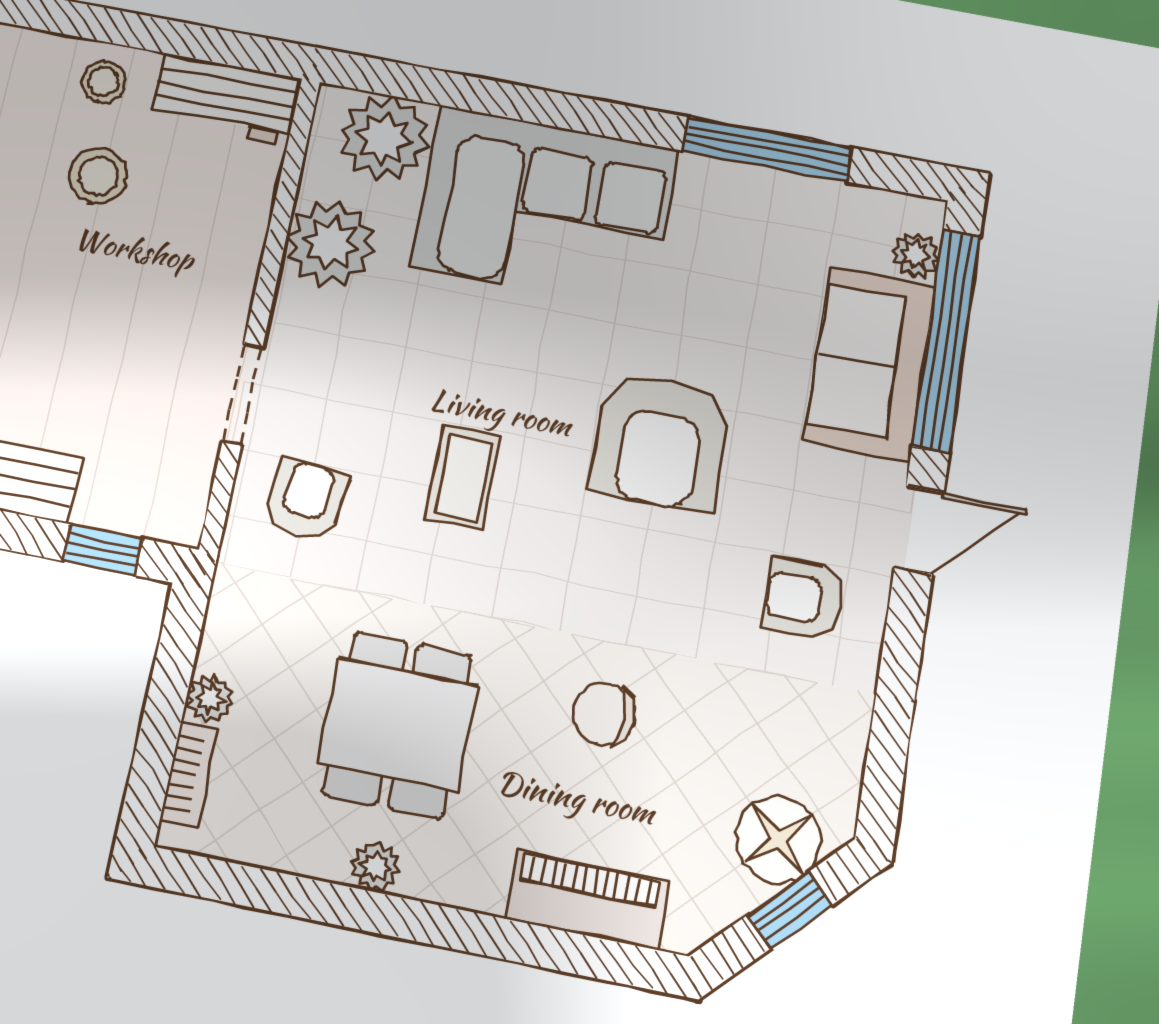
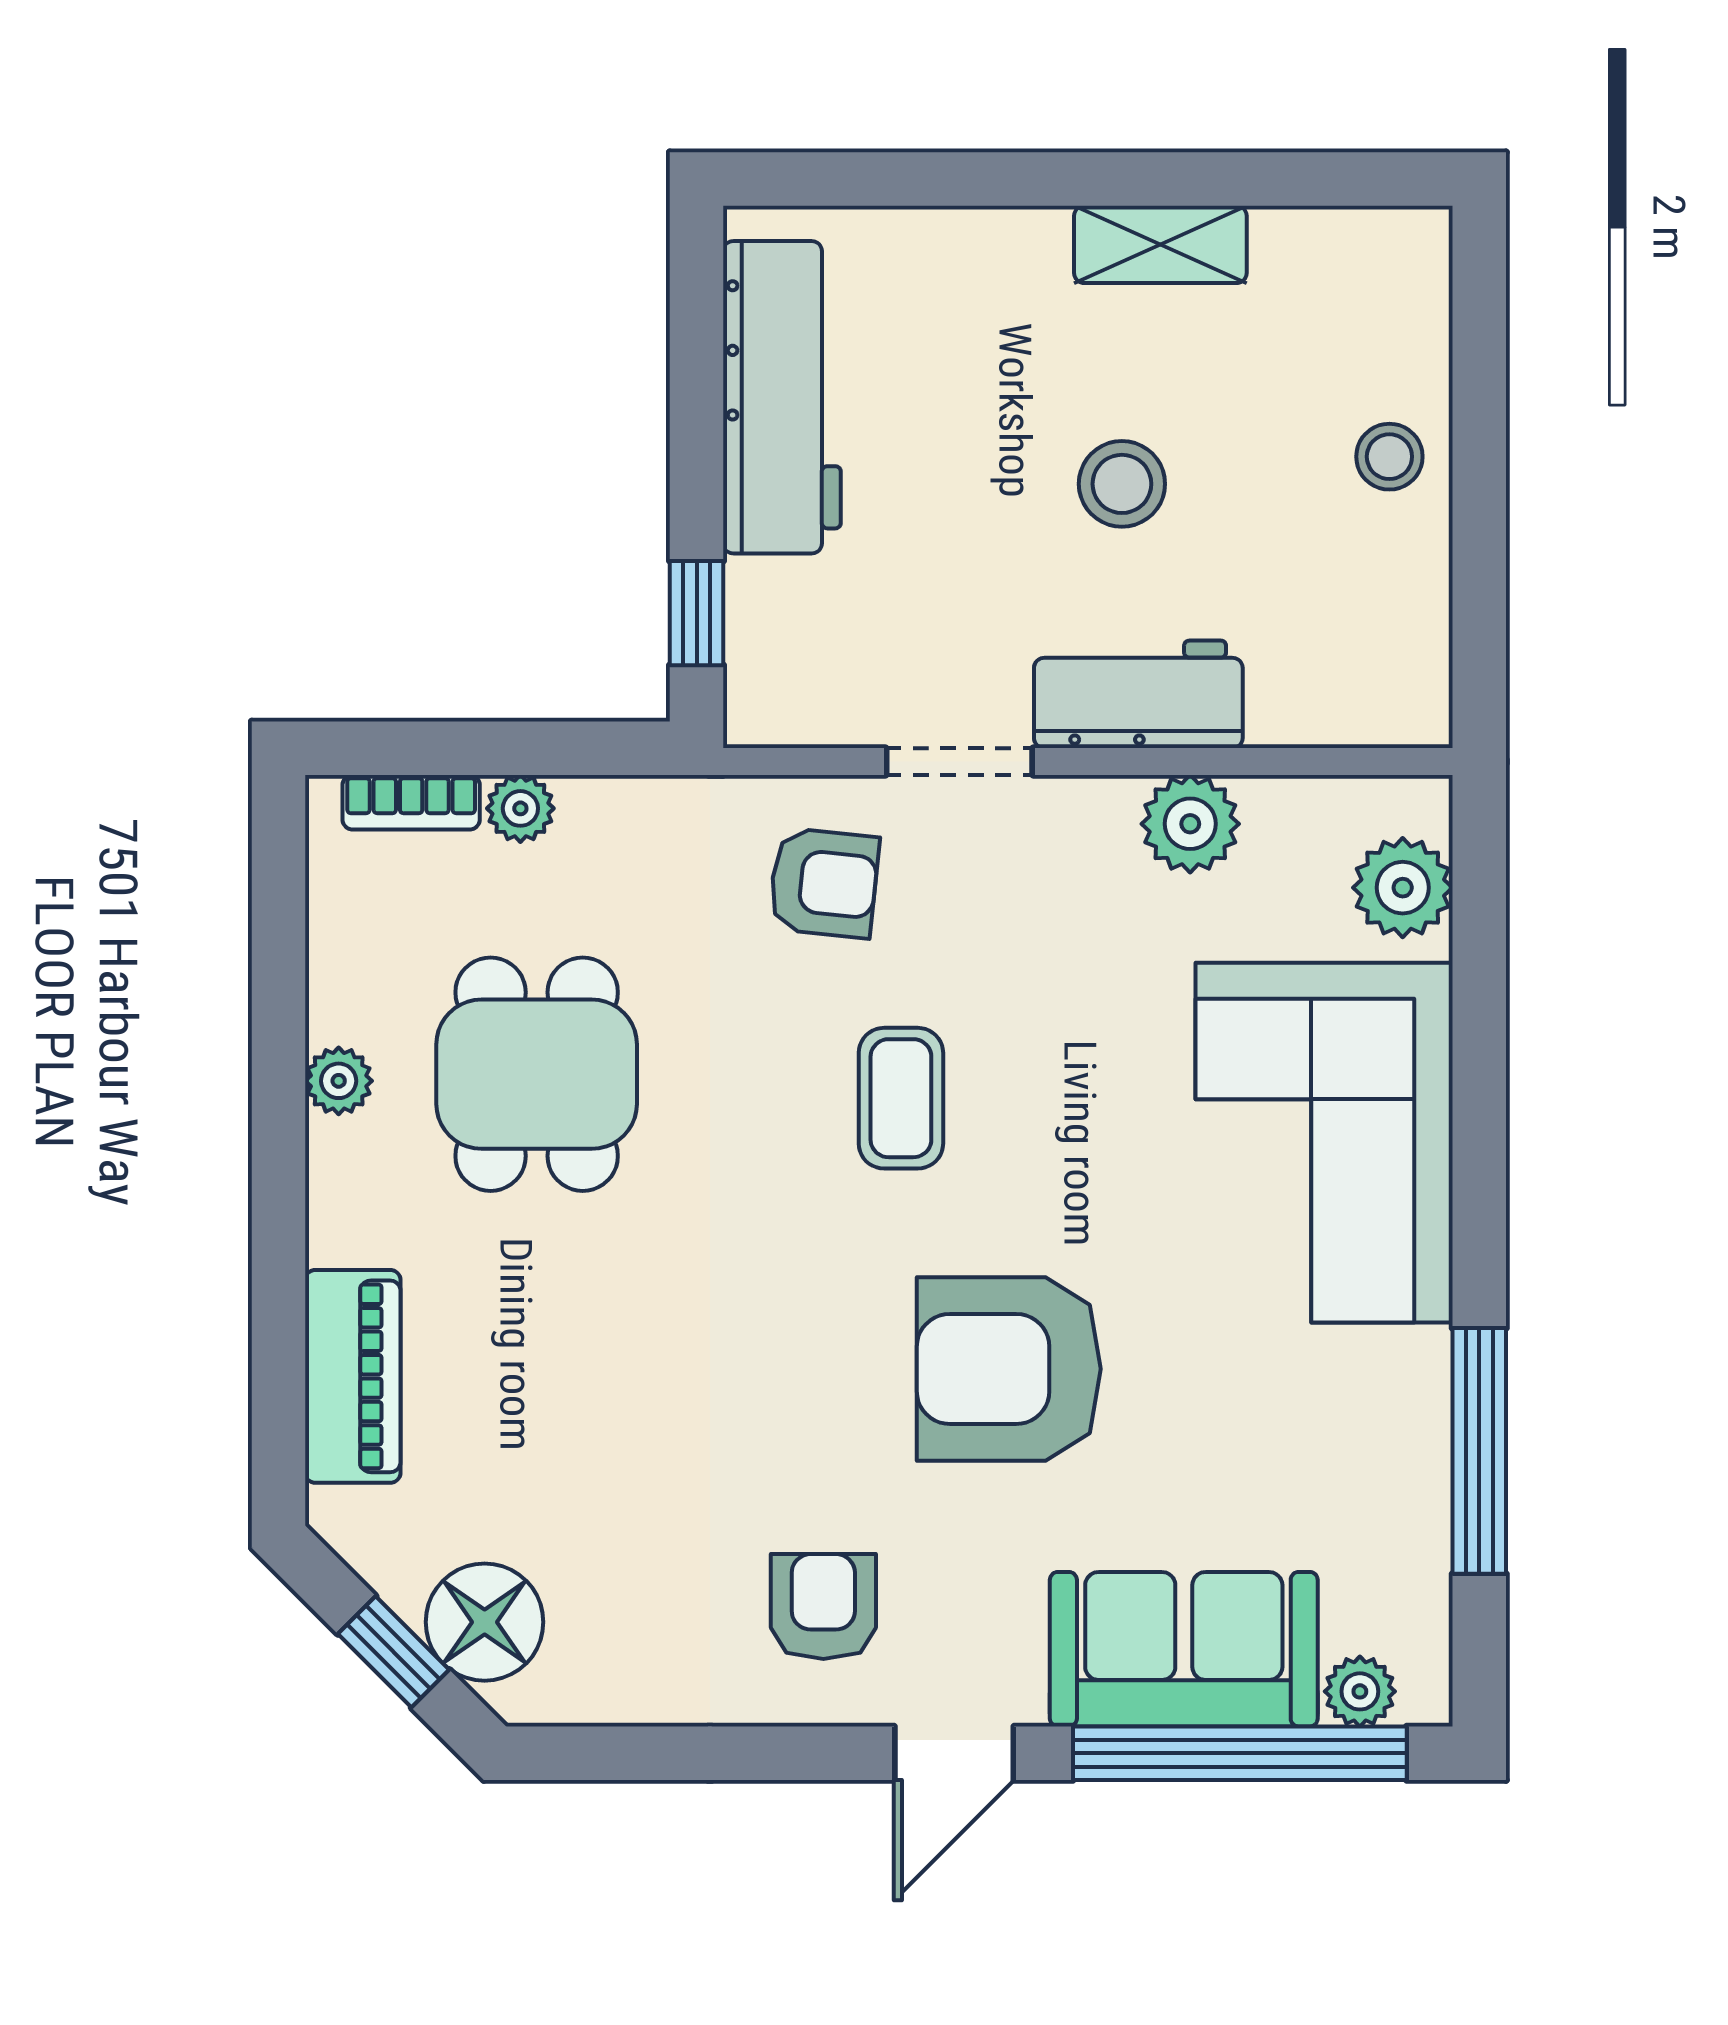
workbench: (225, 99) -> (1138, 694), moved, turned 90
plant: (384, 138) -> (1403, 888), width x0.73, depth x0.73
stool: (98, 176) -> (1122, 484), moved
plant: (331, 243) -> (1190, 824), width x0.73, depth x0.73
coffee table: (463, 477) -> (901, 1098), turned 90
door: (919, 530) -> (954, 1753), hinge flipped
chair: (604, 714) -> (608, 1356), removed
dining table: (398, 724) -> (537, 1074), turned 90

